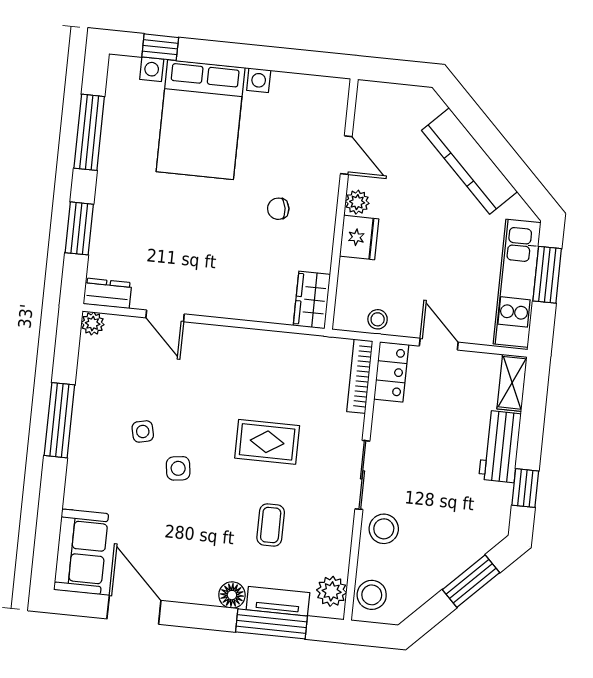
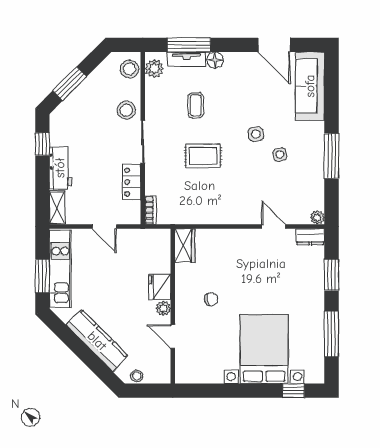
stool: (378, 319) -> (137, 376), moved
locker: (391, 372) -> (132, 182), moved
bookcase: (360, 376) -> (151, 210), width x0.64
sofa: (81, 552) -> (310, 86), width x1.36

